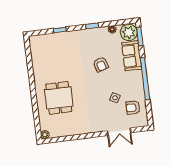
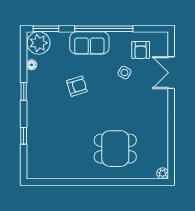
sofa: (132, 56) -> (89, 43), moved
double door: (119, 132) -> (171, 73), swing flipped

